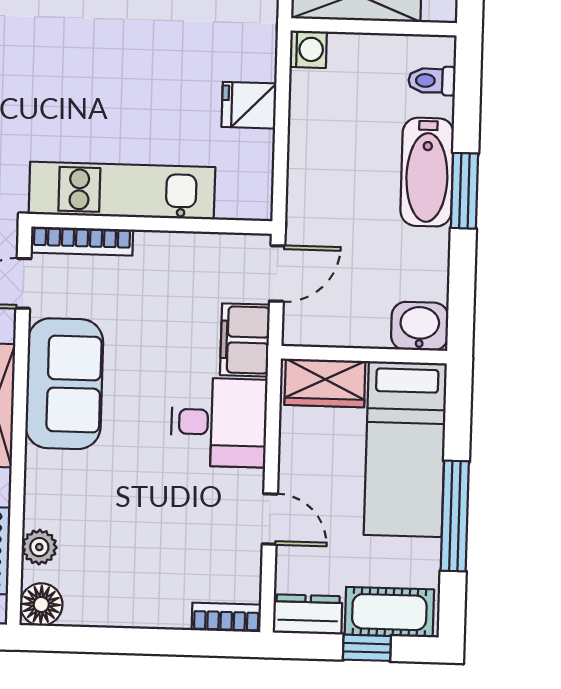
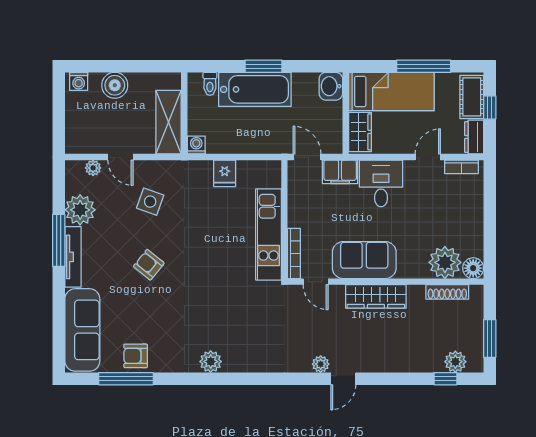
bathtub: (427, 172) -> (255, 89), width x1.36, depth x1.36
plant: (39, 547) -> (445, 262), width x1.88, depth x1.88
bookcase: (226, 617) -> (461, 167), moved, turned -90

